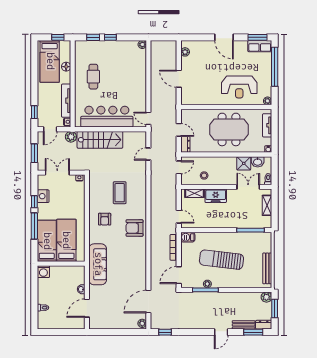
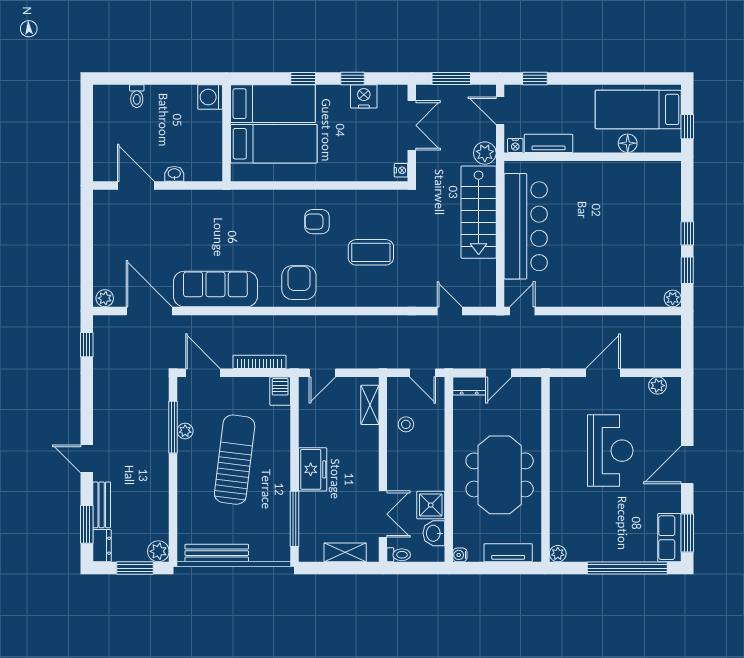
window: (93, 37) -> (687, 270), moved
cafe table: (93, 77) -> (607, 199), removed
reception desk: (239, 87) -> (610, 451), moved, turned 180
tv unit: (66, 101) -> (549, 143), width x0.71
freezer: (216, 196) -> (313, 469), moved, turned 180
window: (34, 226) -> (303, 79), width x0.46
sofa: (98, 264) -> (215, 289), moved, turned 180

